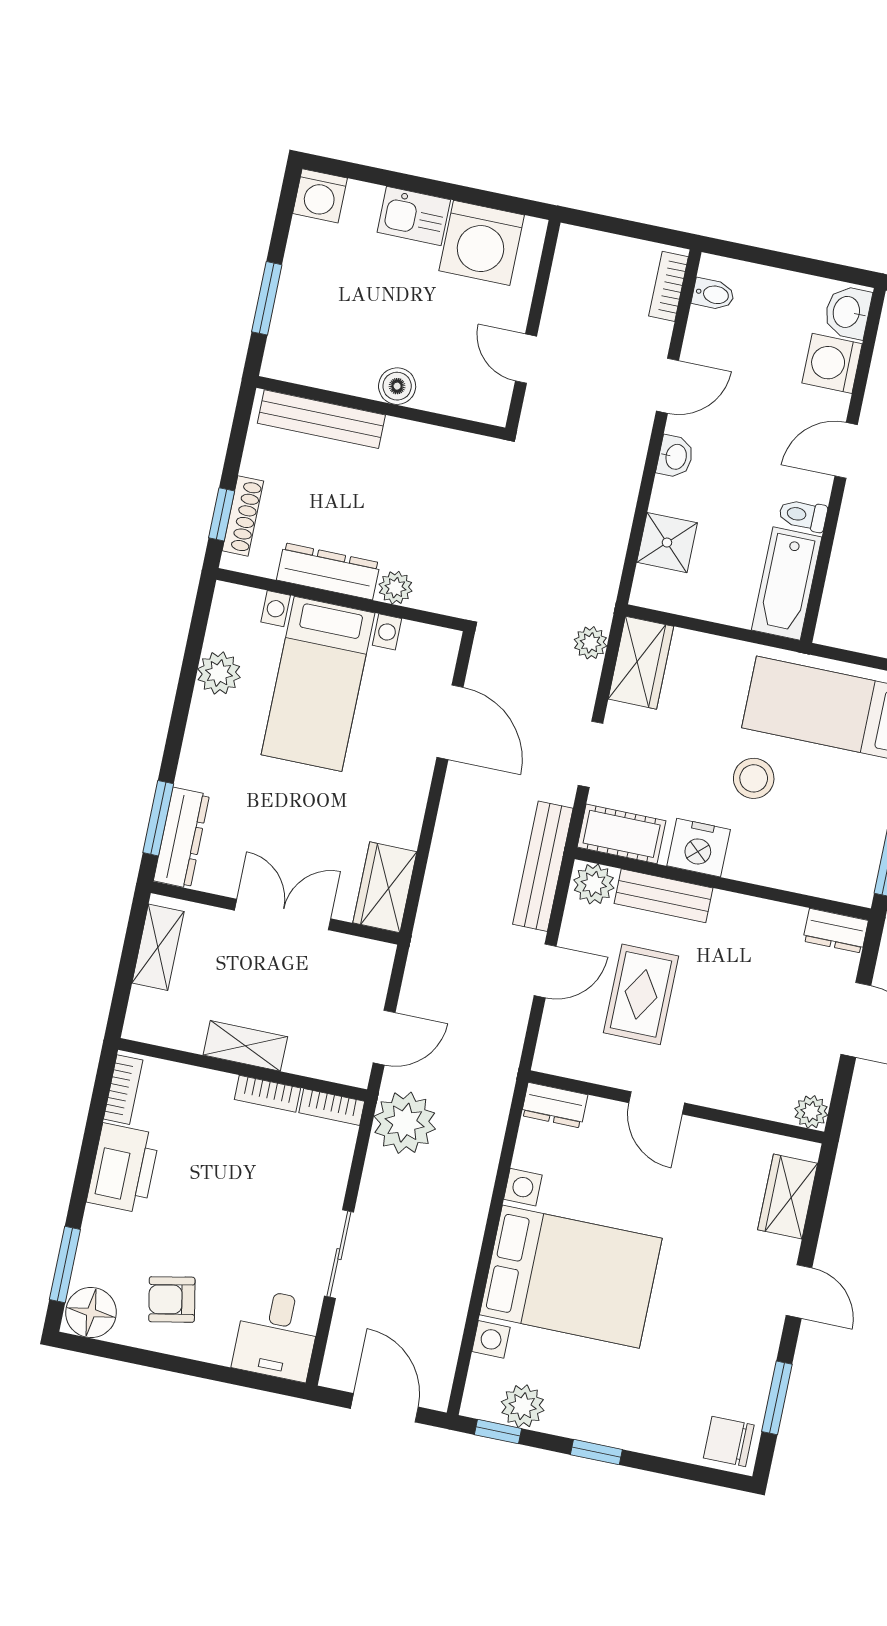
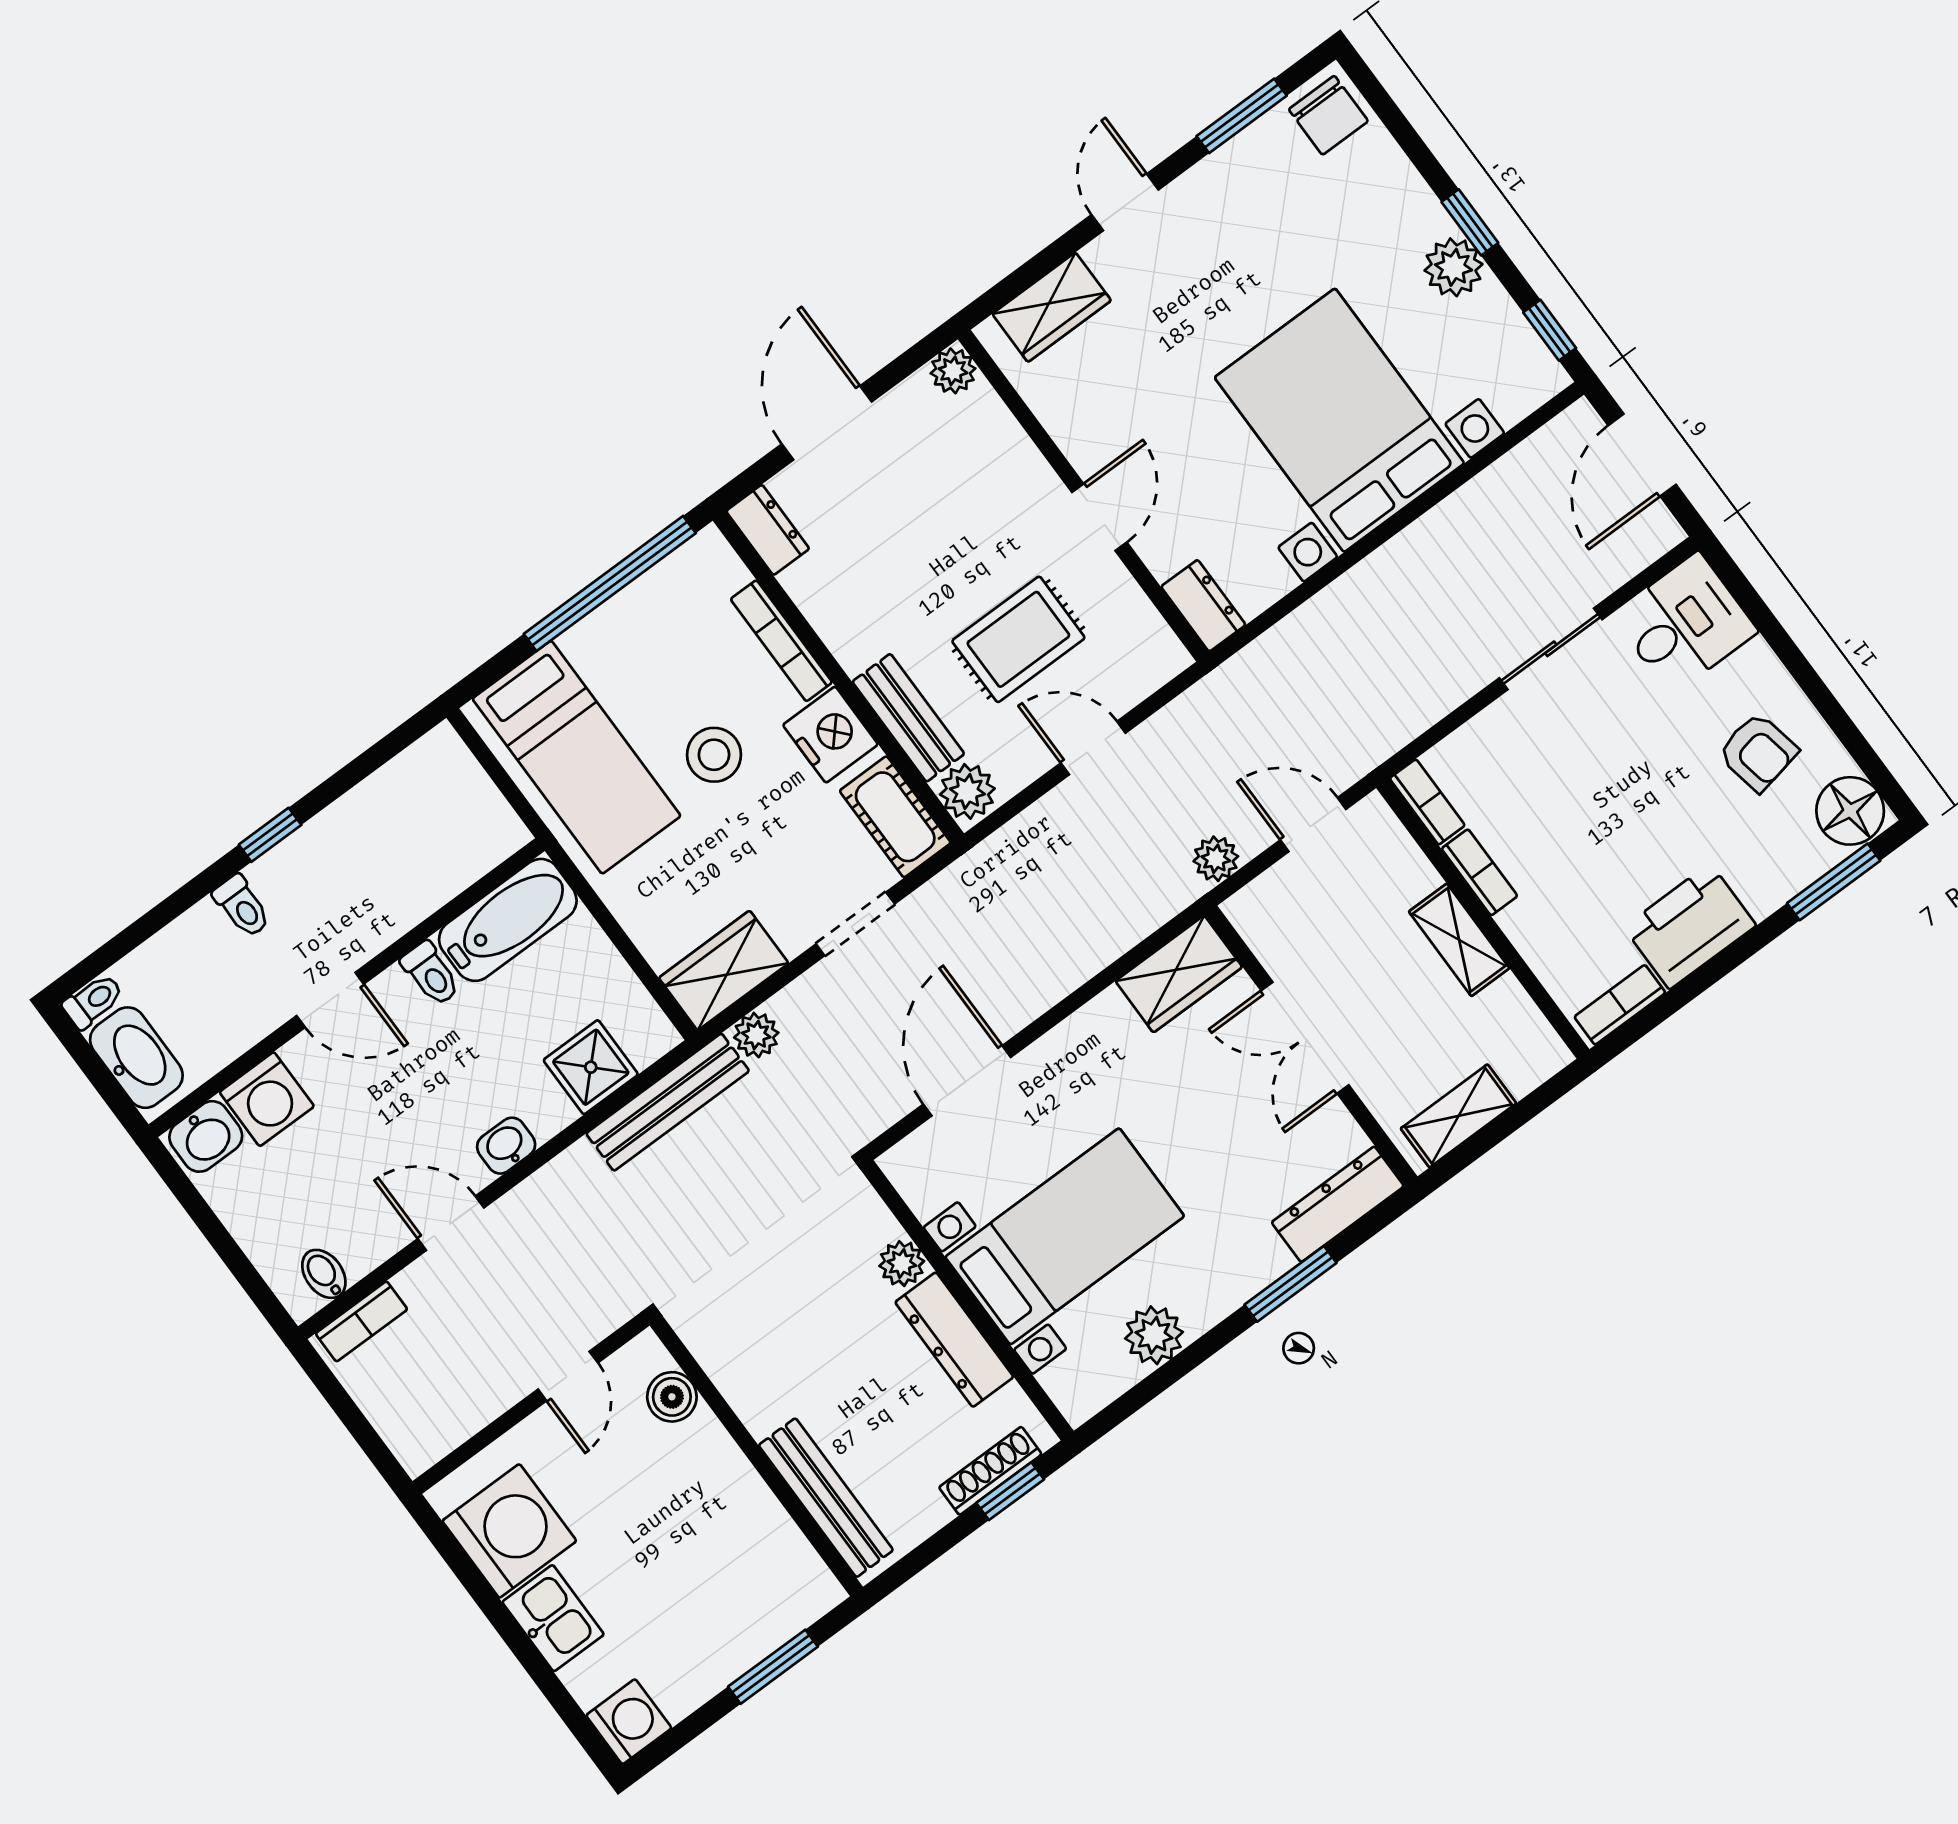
boiler: (397, 386) -> (672, 1397), moved
window: (158, 818) -> (1290, 1284), moved
bench: (543, 866) -> (668, 1102), moved
bookcase: (773, 876) -> (781, 641), added
plant: (405, 1123) -> (1216, 859), moved, width x0.53, depth x0.53
plant: (523, 1406) -> (1454, 267), moved

